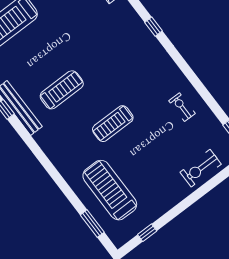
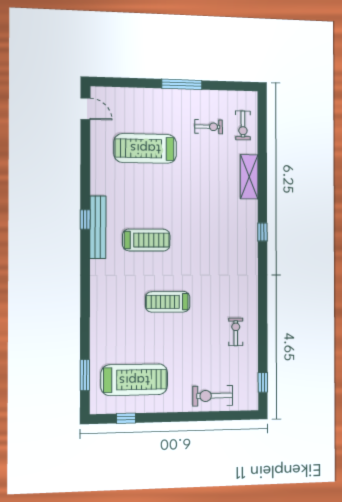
window: (154, 27) -> (262, 232), moved
treadmill: (110, 190) -> (134, 380), moved, turned 90

